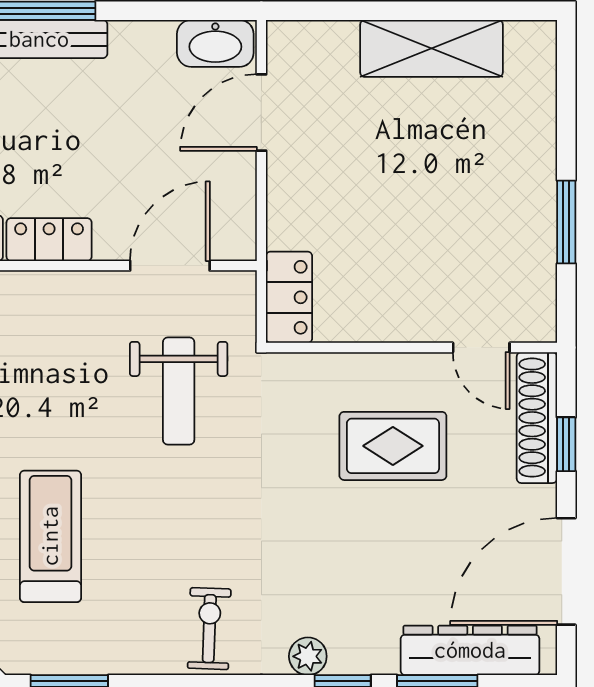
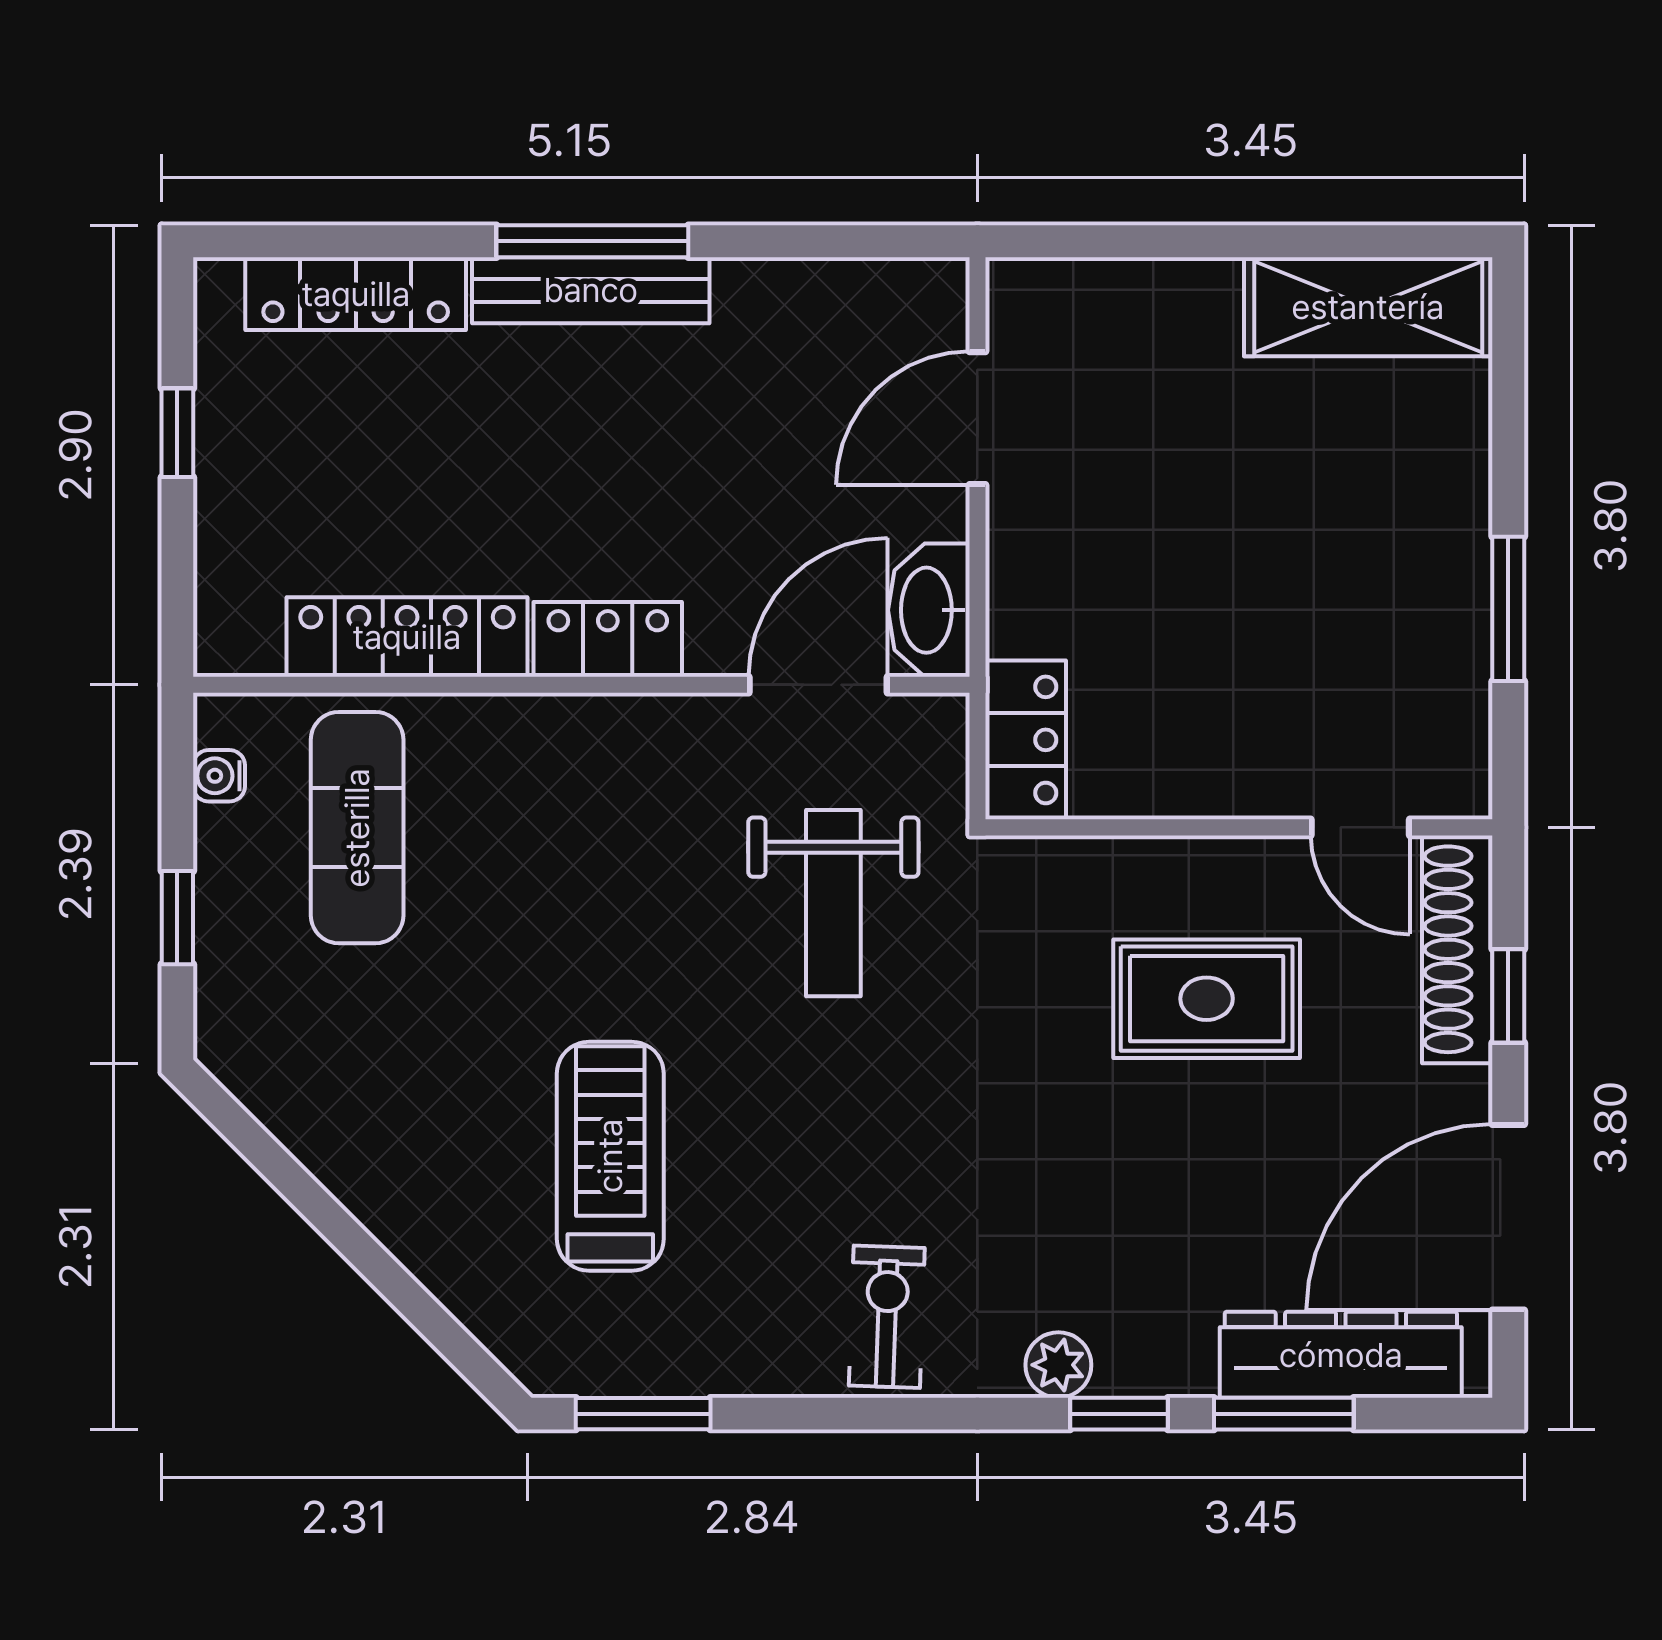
washbasin: (215, 43) -> (929, 610), moved, turned 90
shelving: (431, 48) -> (1368, 307), moved

